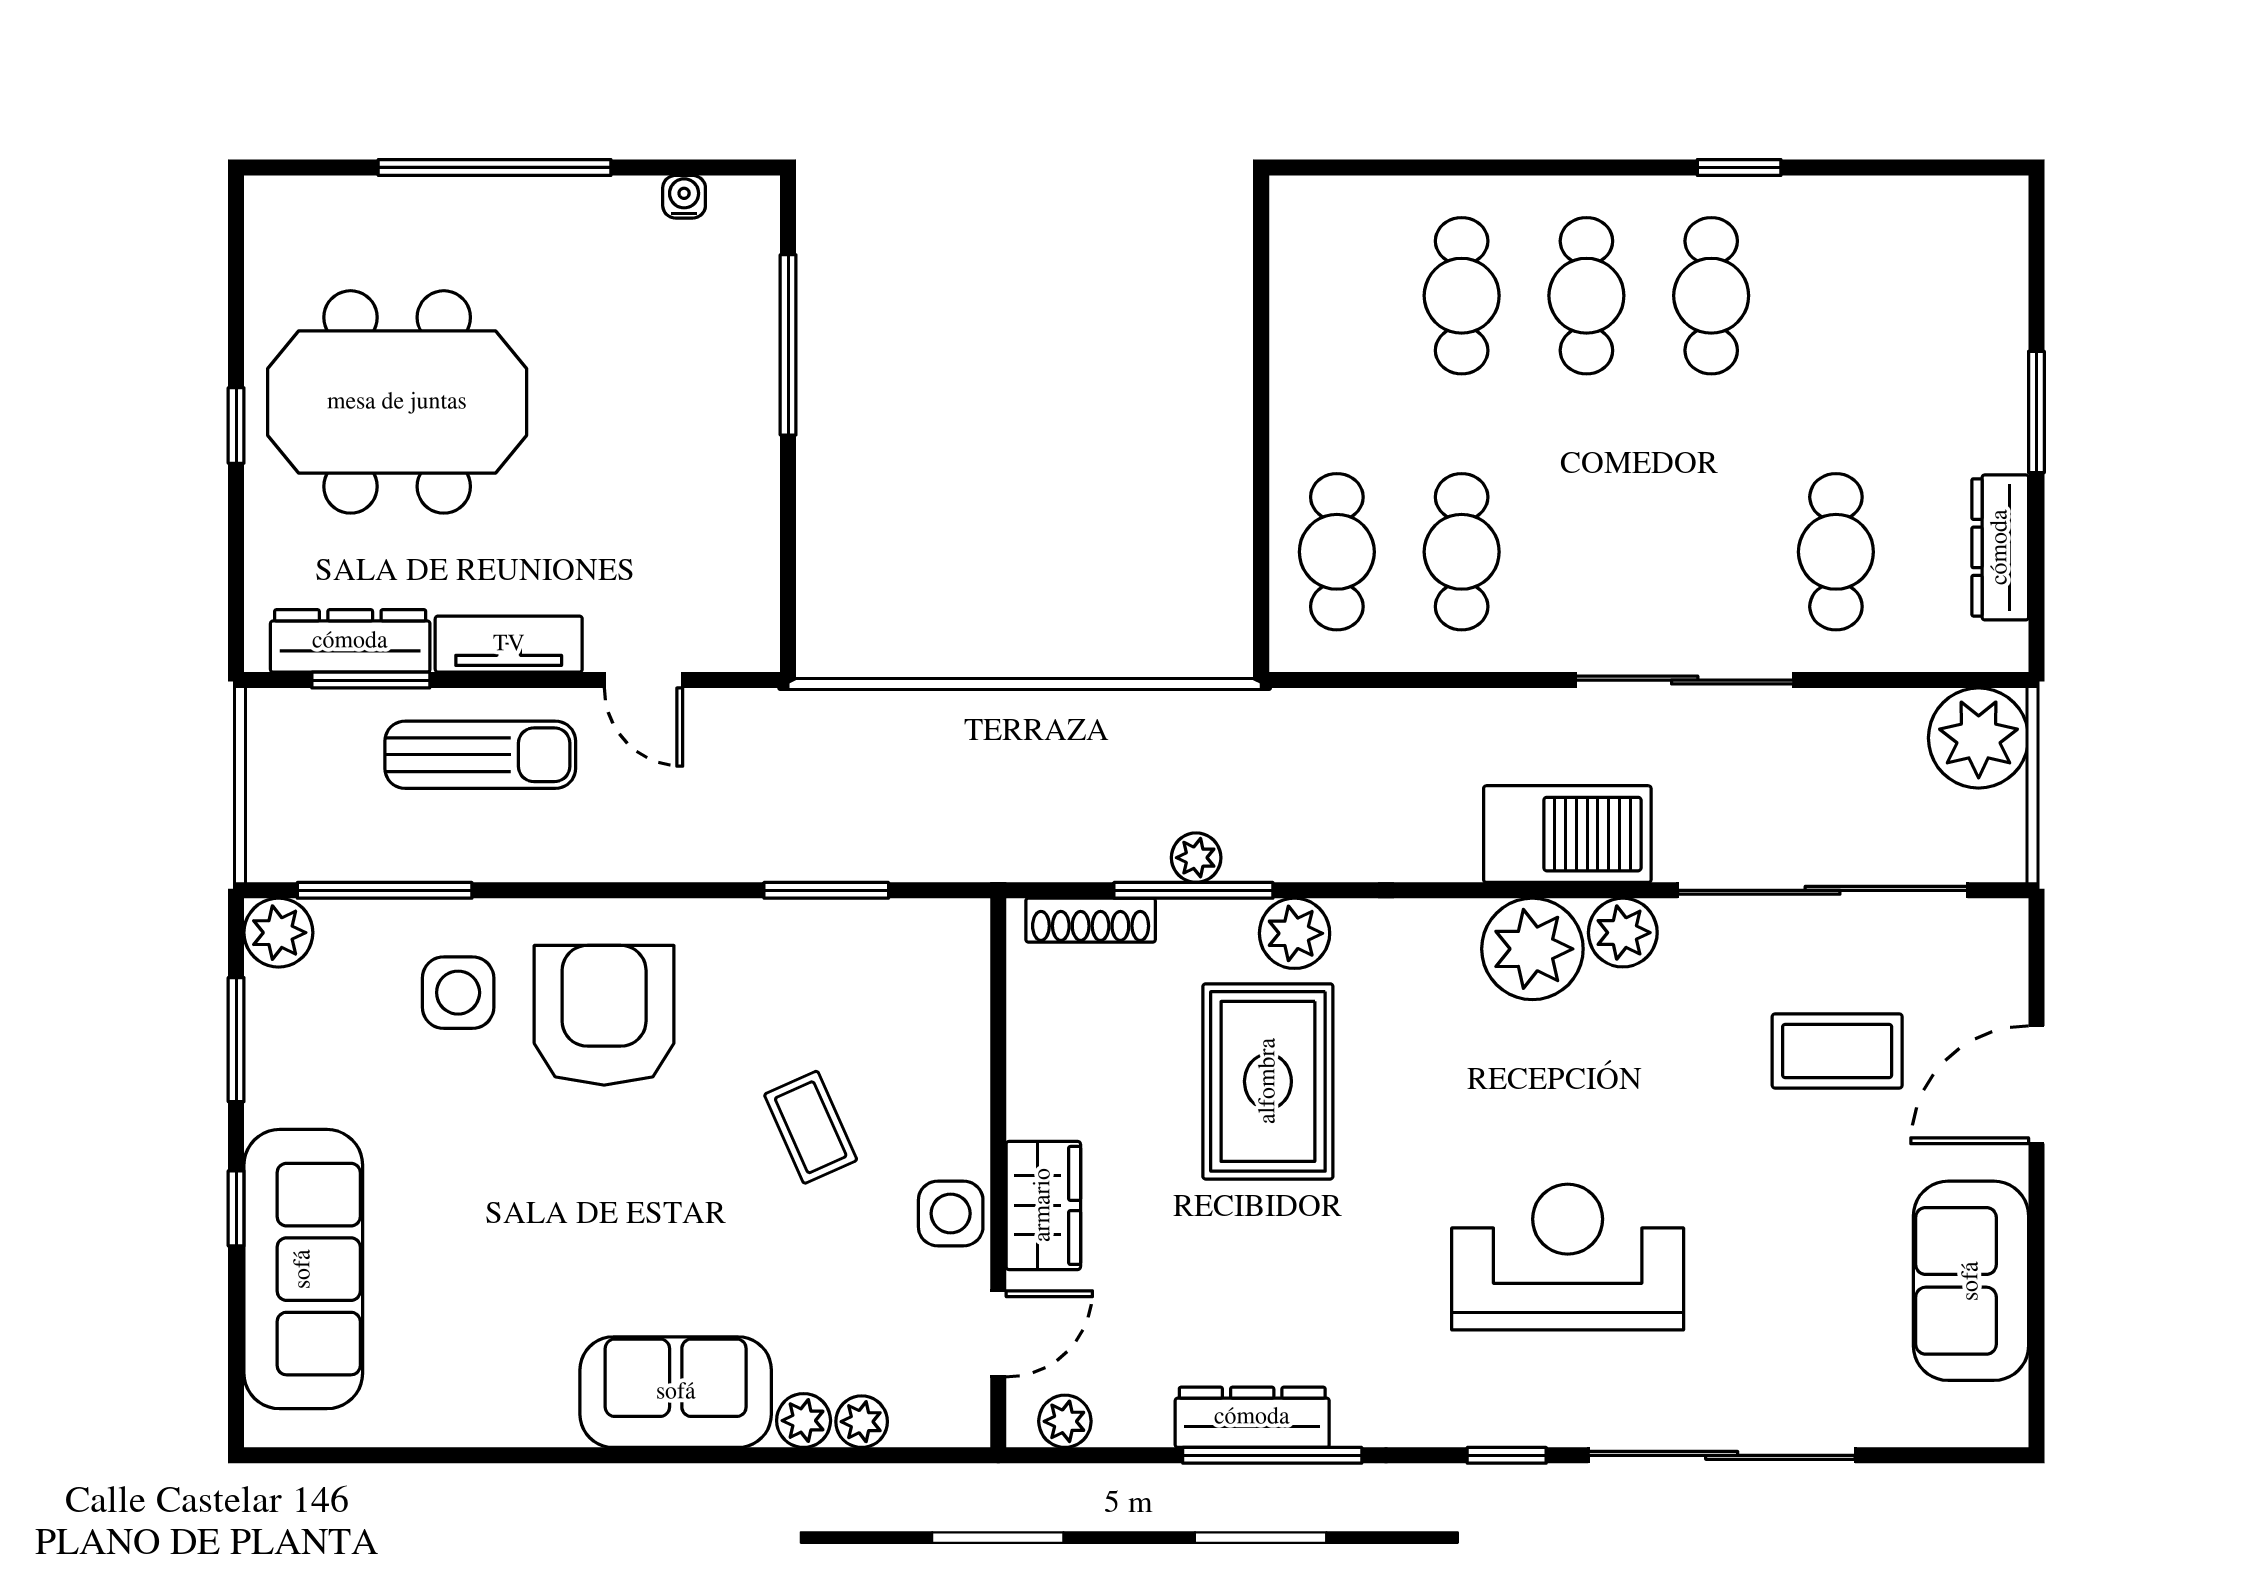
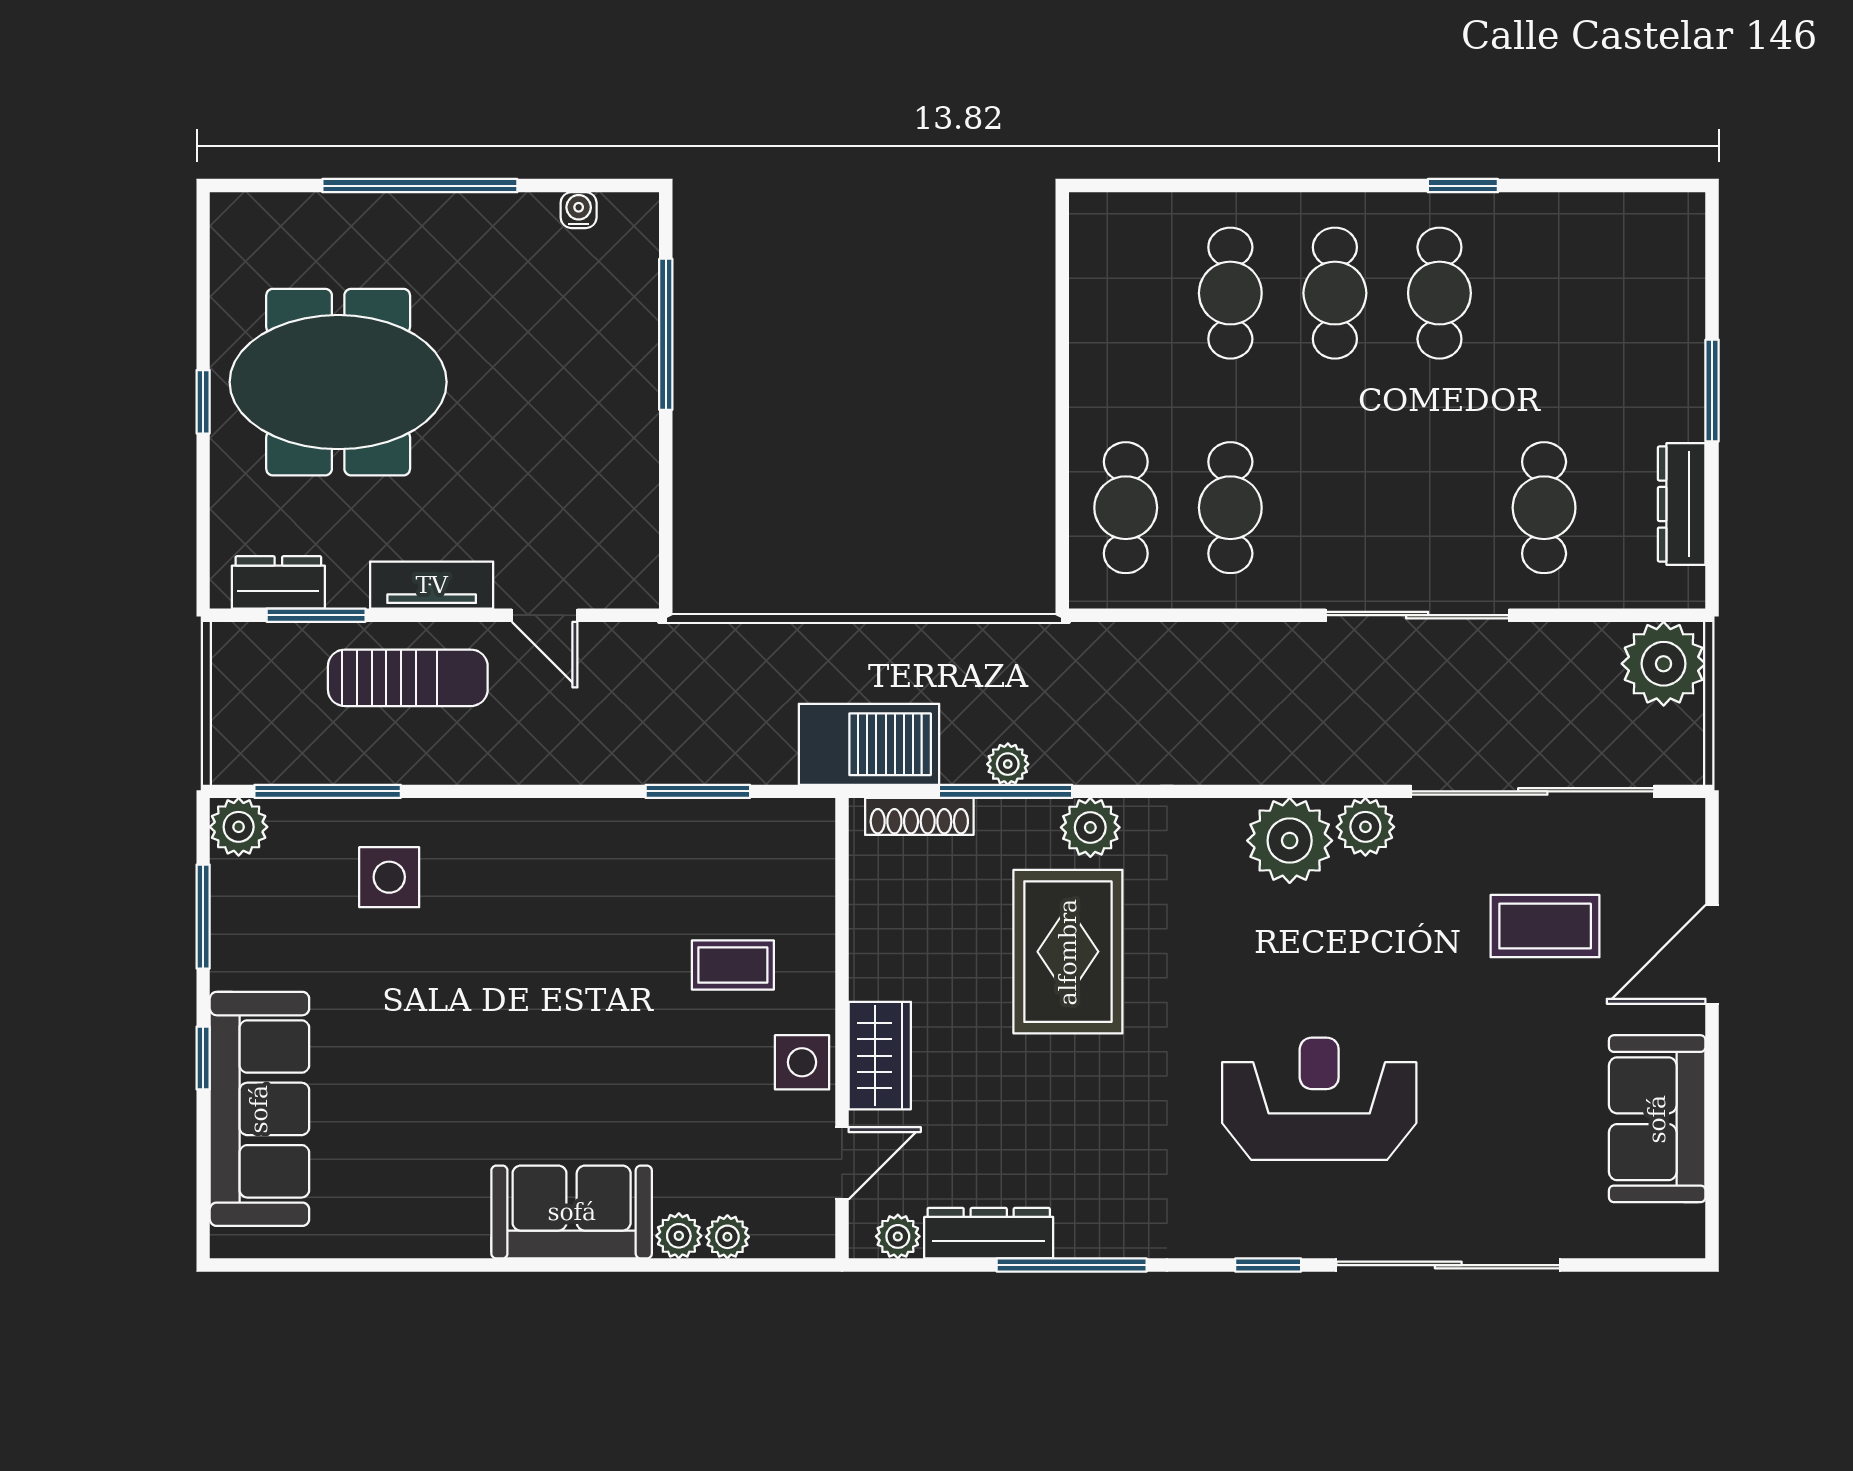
dresser: (350, 641) -> (278, 582), width x0.70
barbecue: (1567, 834) -> (869, 744), moved
armchair: (604, 1015) -> (512, 896), removed
coffee table: (811, 1127) -> (733, 965), moved, turned -66
dresser: (1252, 1417) -> (989, 1233), moved

